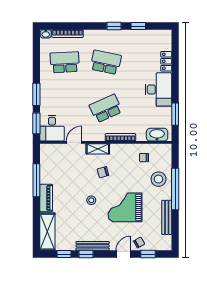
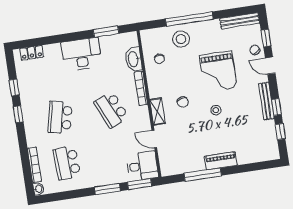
locker: (166, 61) -> (32, 53), moved
washbasin: (157, 135) -> (134, 59), moved
bench: (167, 217) -> (240, 21), moved
shelving: (47, 232) -> (258, 154), removed

